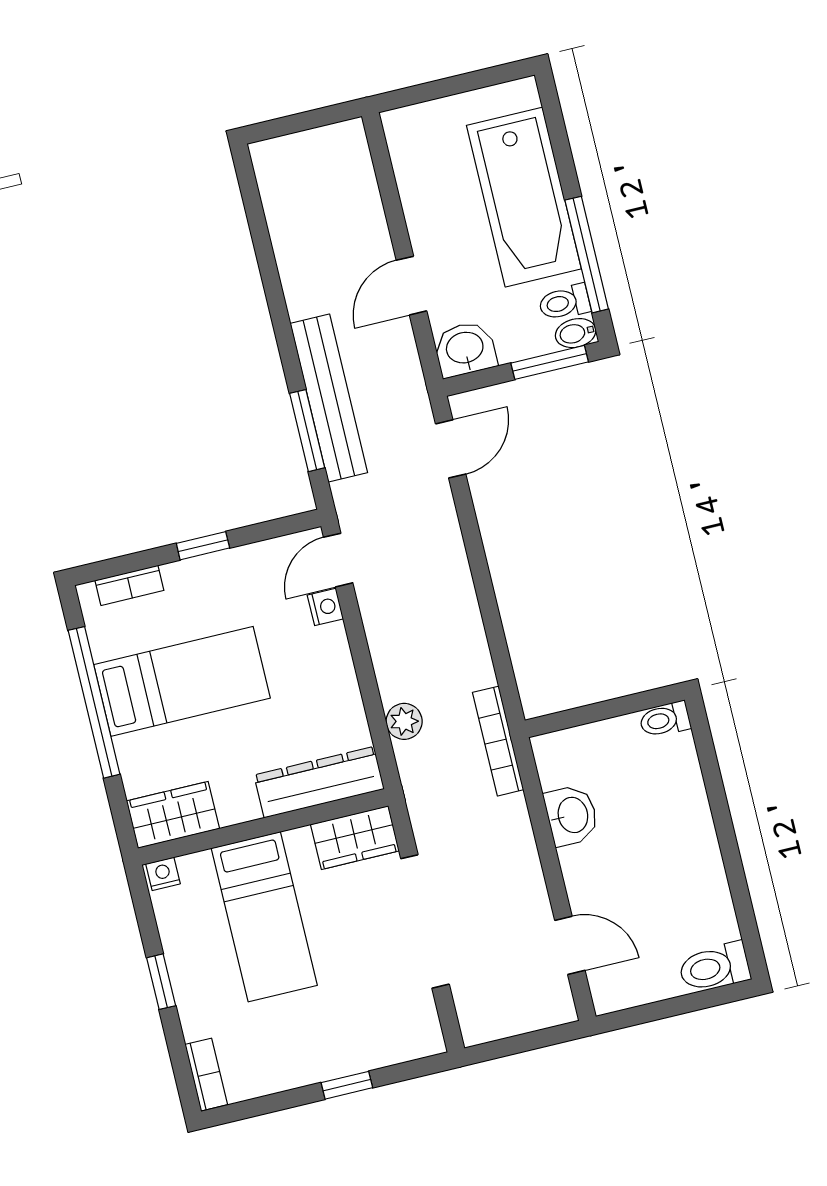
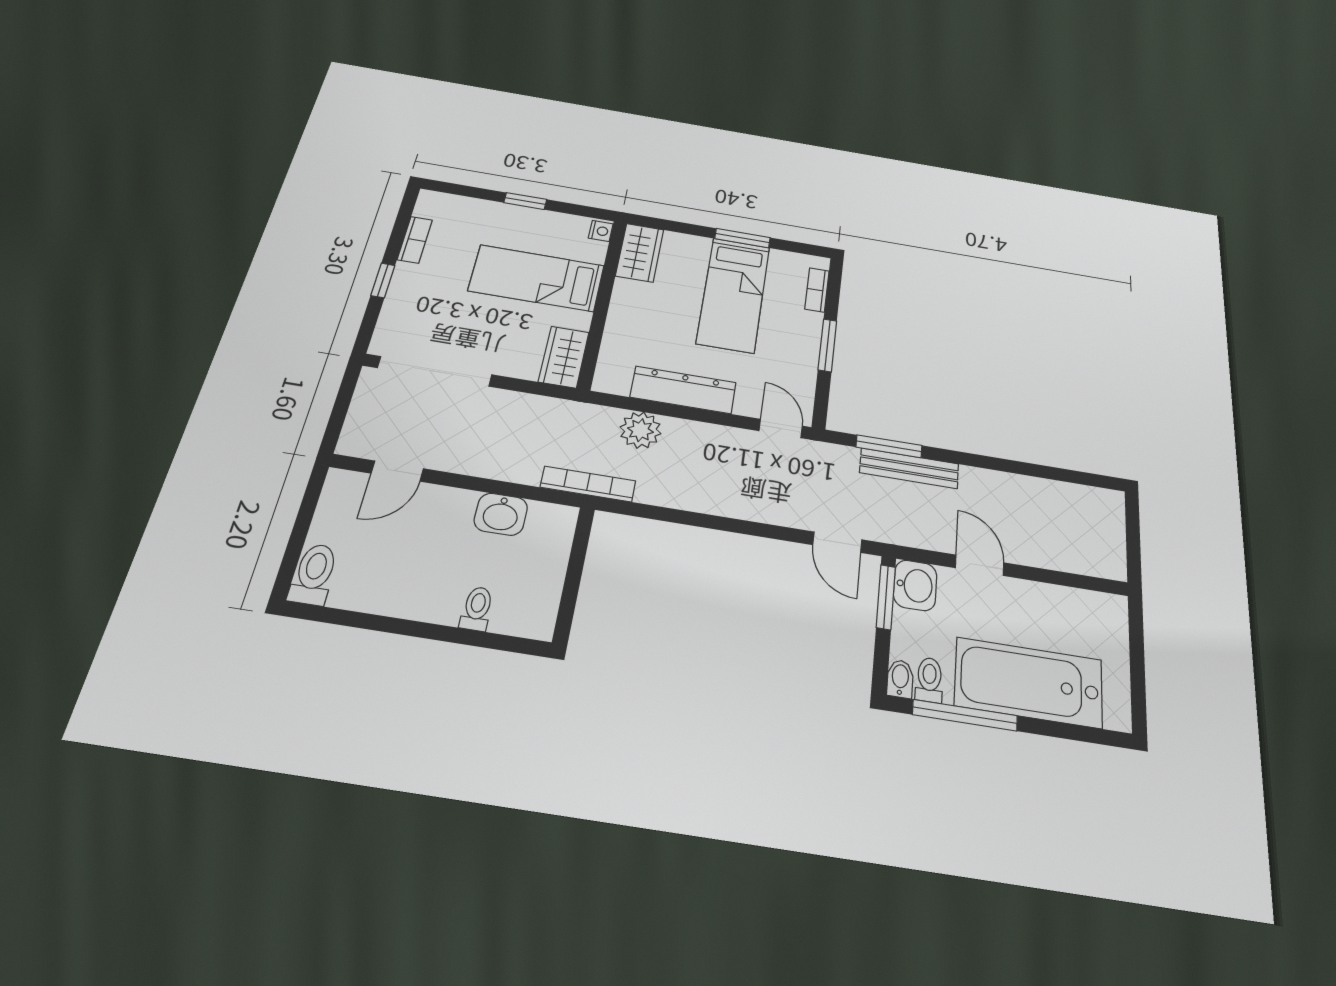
window: (550, 362) -> (886, 597), moved
bench: (329, 398) -> (909, 468), width x0.73, depth x0.82
window: (203, 546) -> (827, 345), width x1.50
nightstand: (325, 607) -> (748, 406), removed
window: (94, 702) -> (742, 238), width x0.47
toilet: (665, 720) -> (477, 609), moved
plant: (404, 721) -> (640, 430), width x1.38, depth x1.38
dresser: (319, 782) -> (683, 390), moved, turned -90
doorway: (425, 921) -> (435, 371), moved
bookcase: (206, 1075) -> (415, 240), moved, turned -90

